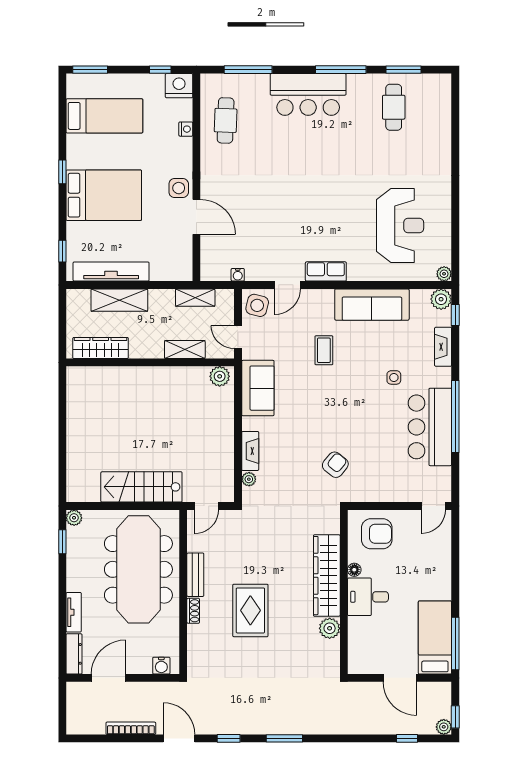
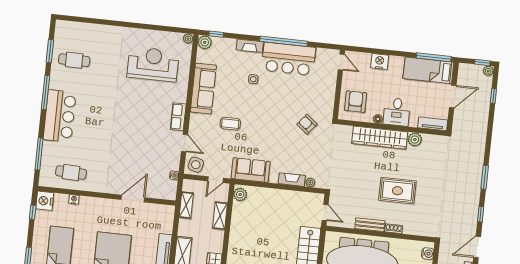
side table: (179, 188) -> (112, 208), removed
fireplace: (443, 347) -> (250, 46), moved
nightstand: (440, 563) -> (380, 62), added
tv unit: (356, 652) -> (433, 124), added

